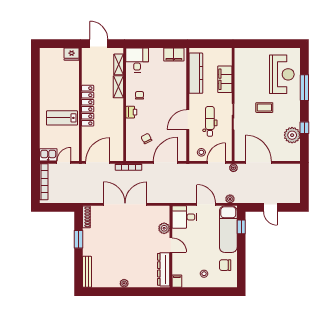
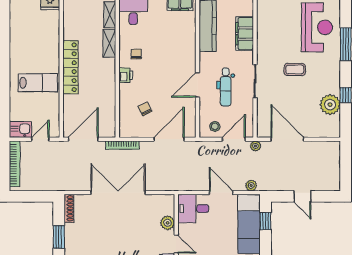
lab bench: (62, 118) -> (38, 83), turned 180
dental chair: (210, 121) -> (226, 87), turned 180

